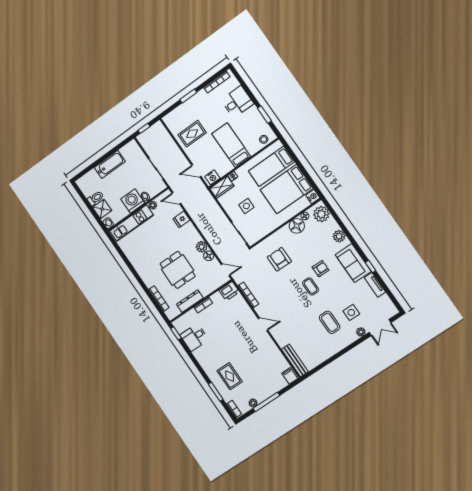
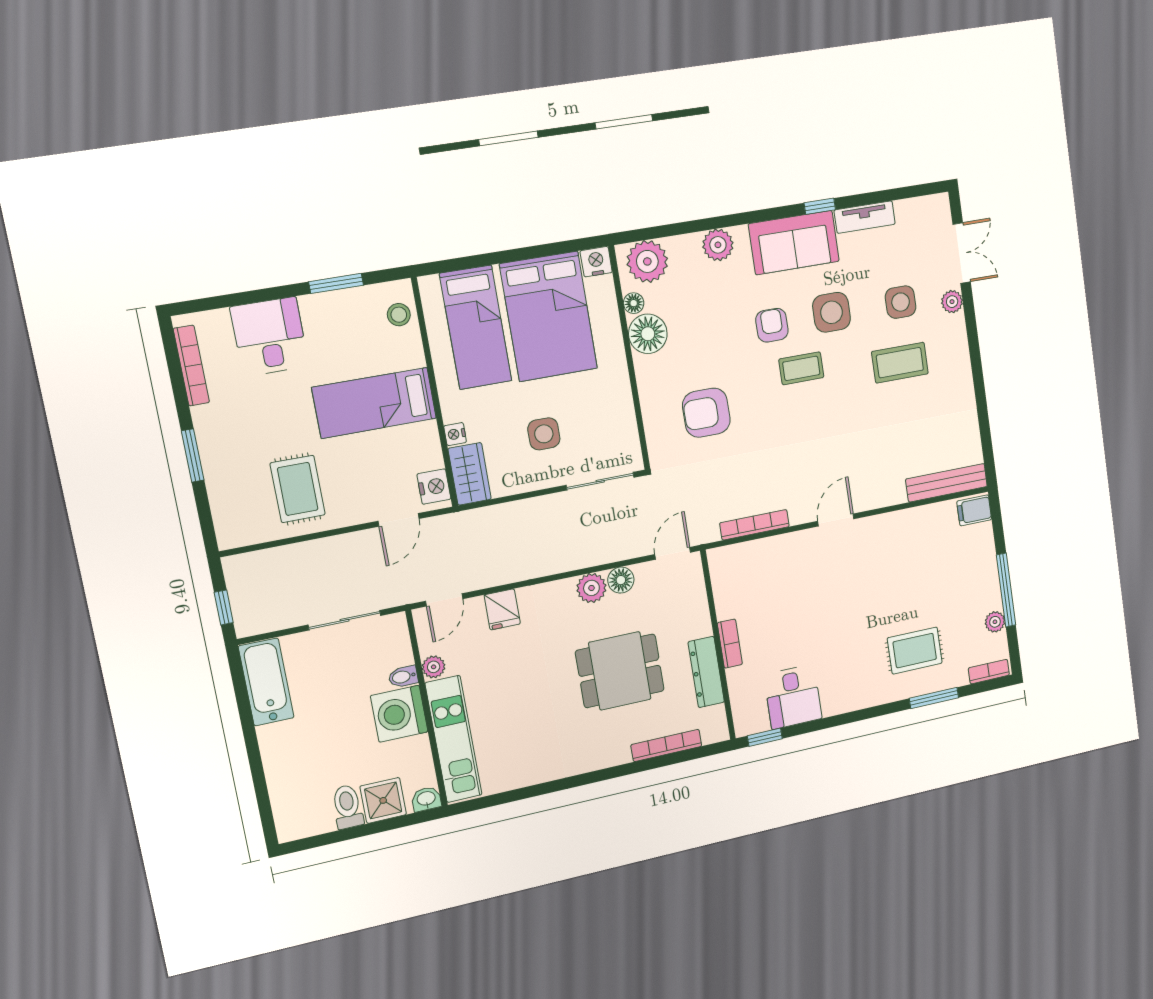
bathtub: (110, 164) -> (266, 682), moved
side table: (335, 288) -> (832, 312), added
printer: (229, 291) -> (725, 567), removed

